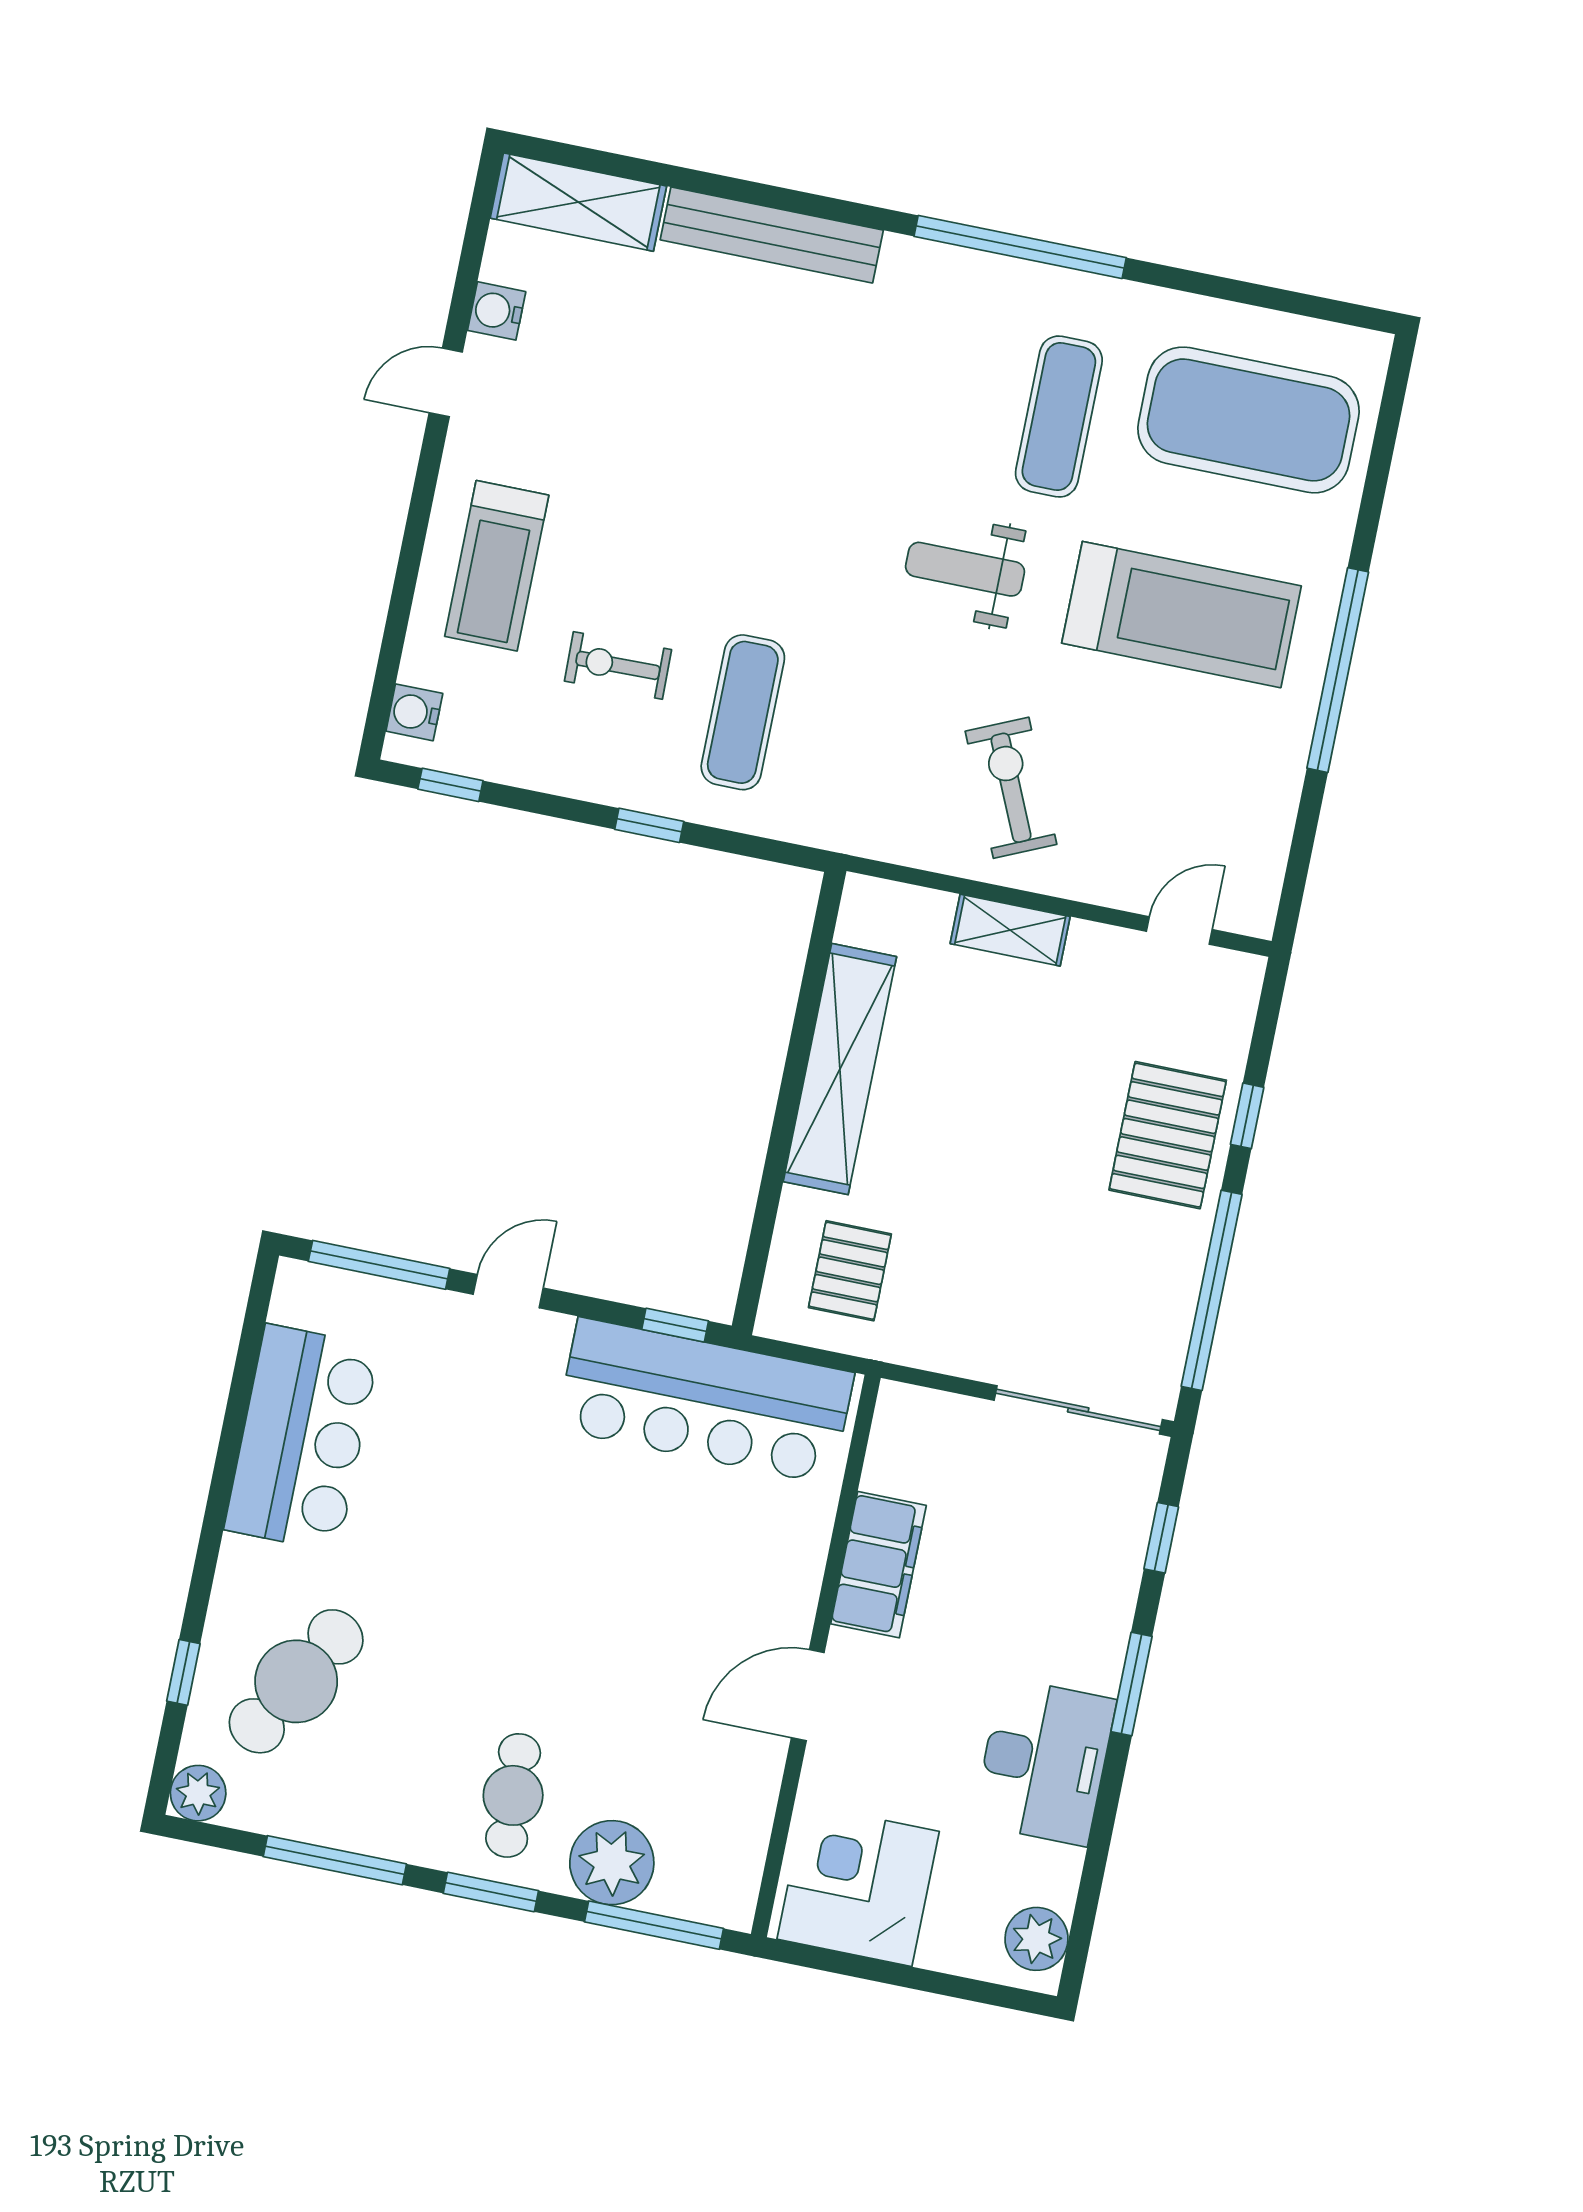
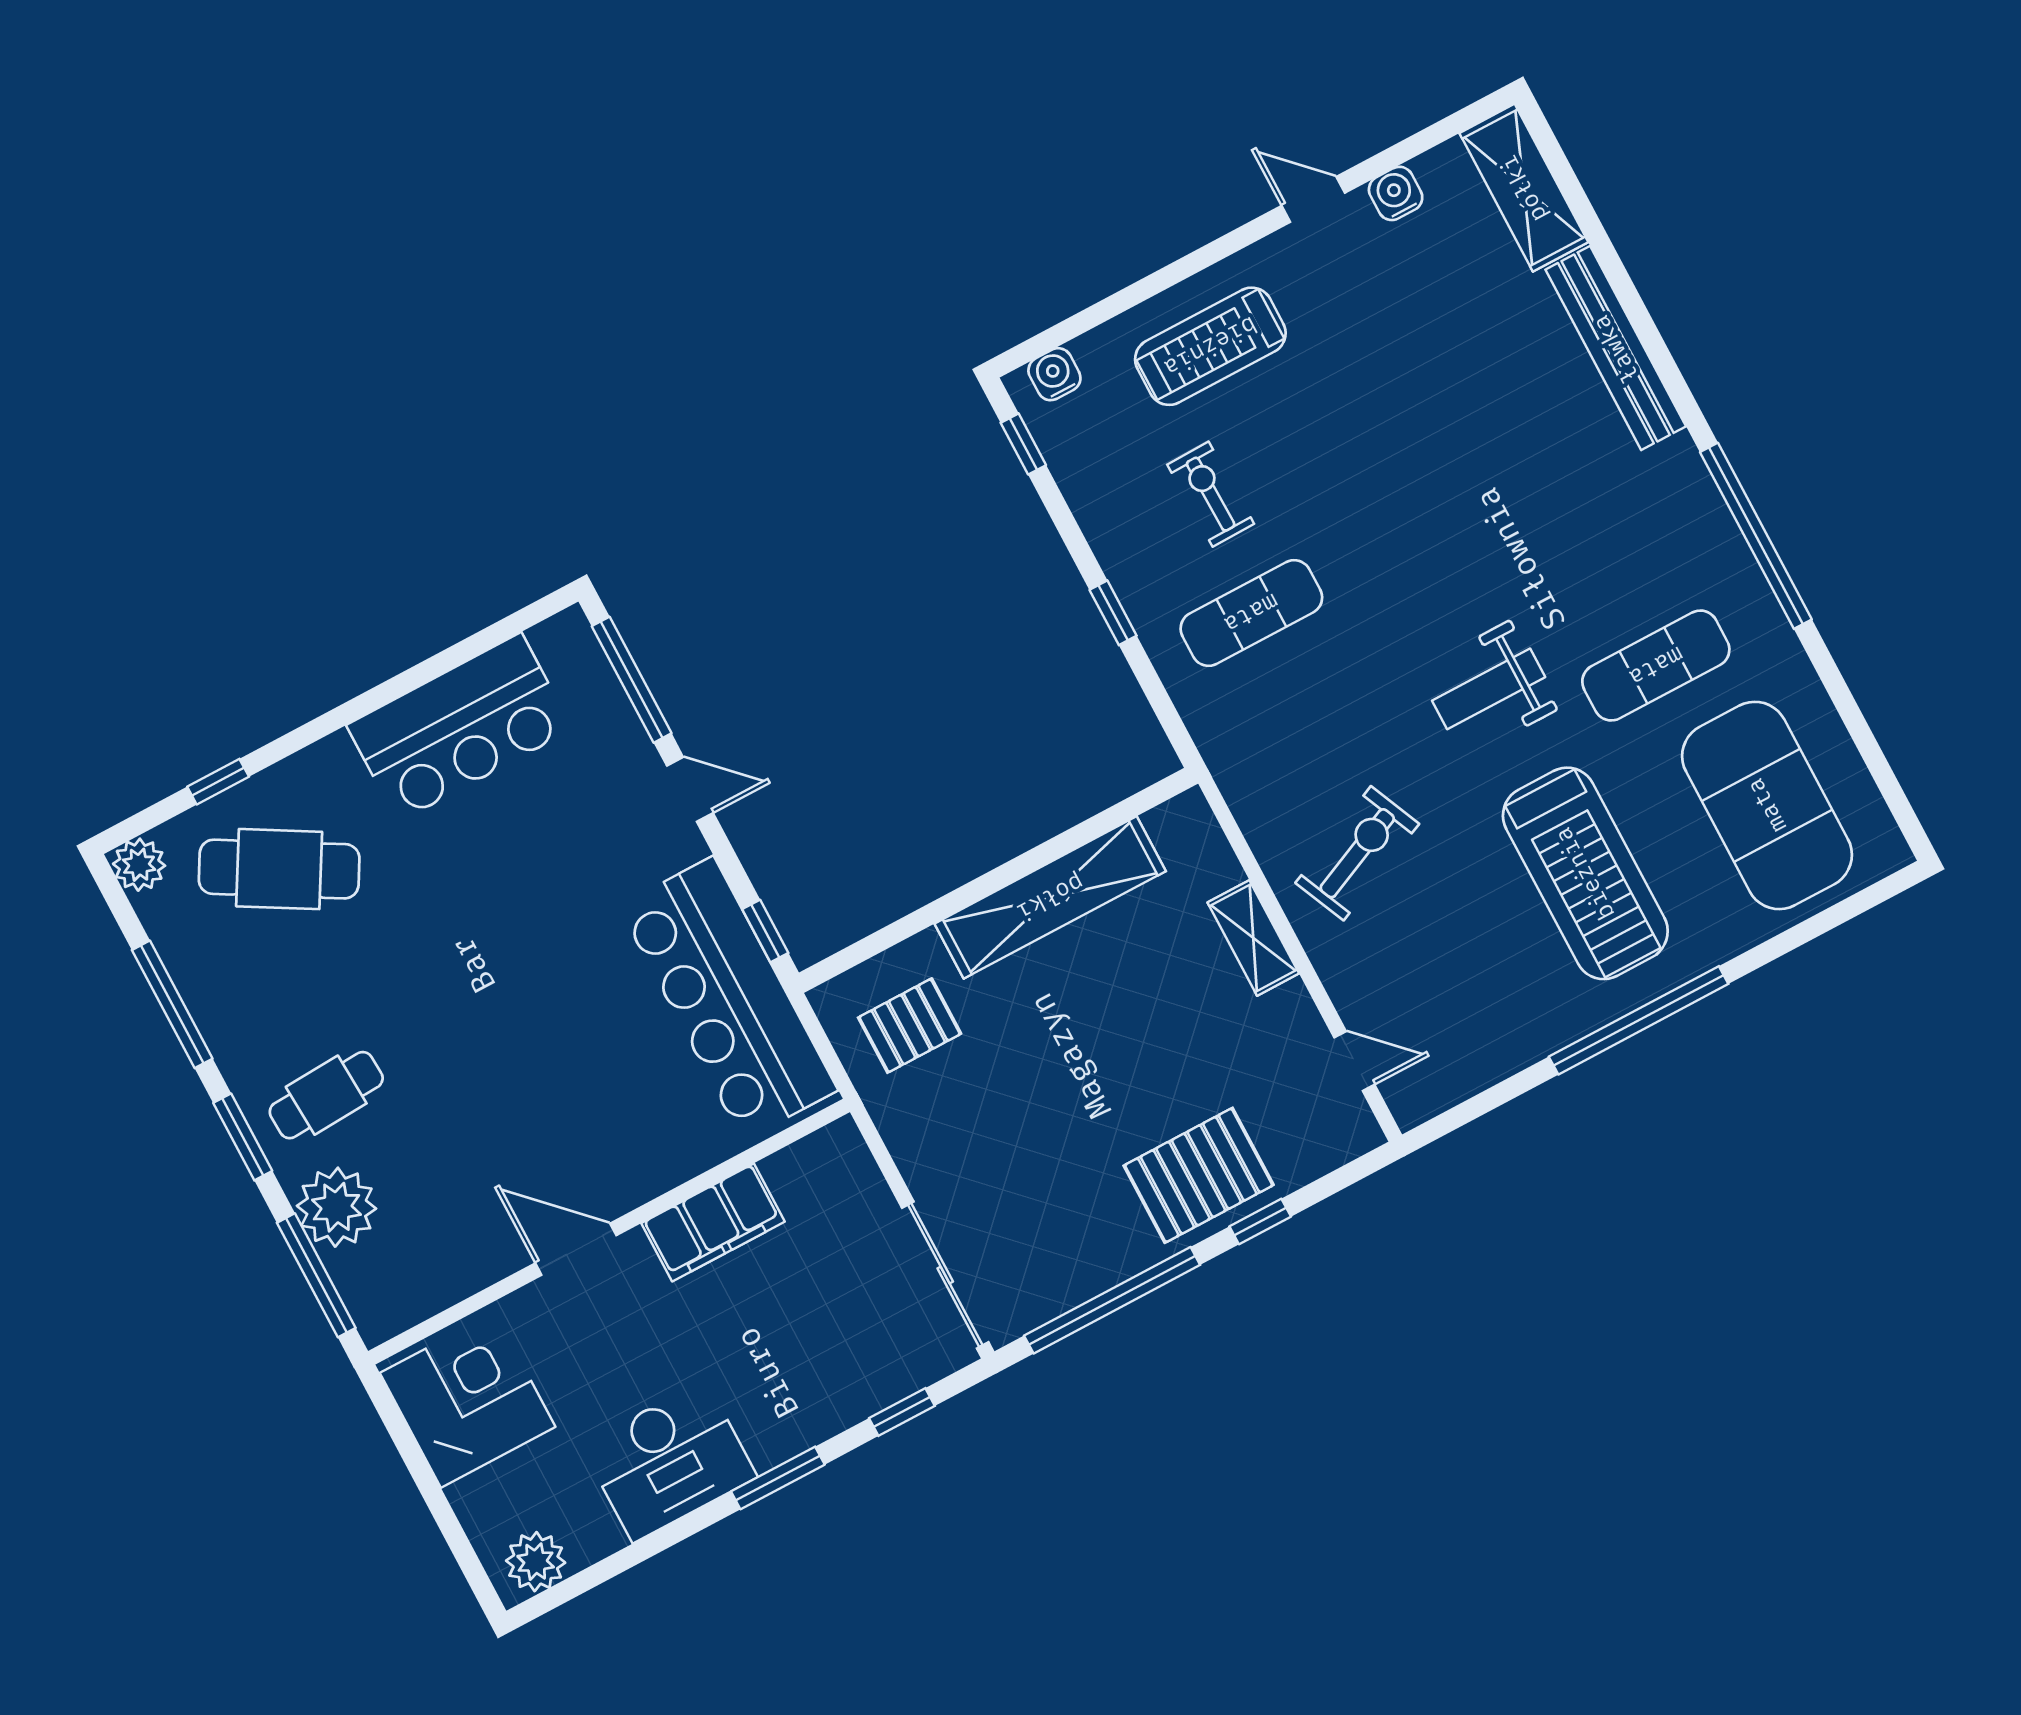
weight bench: (965, 569) -> (1489, 689), turned -90

